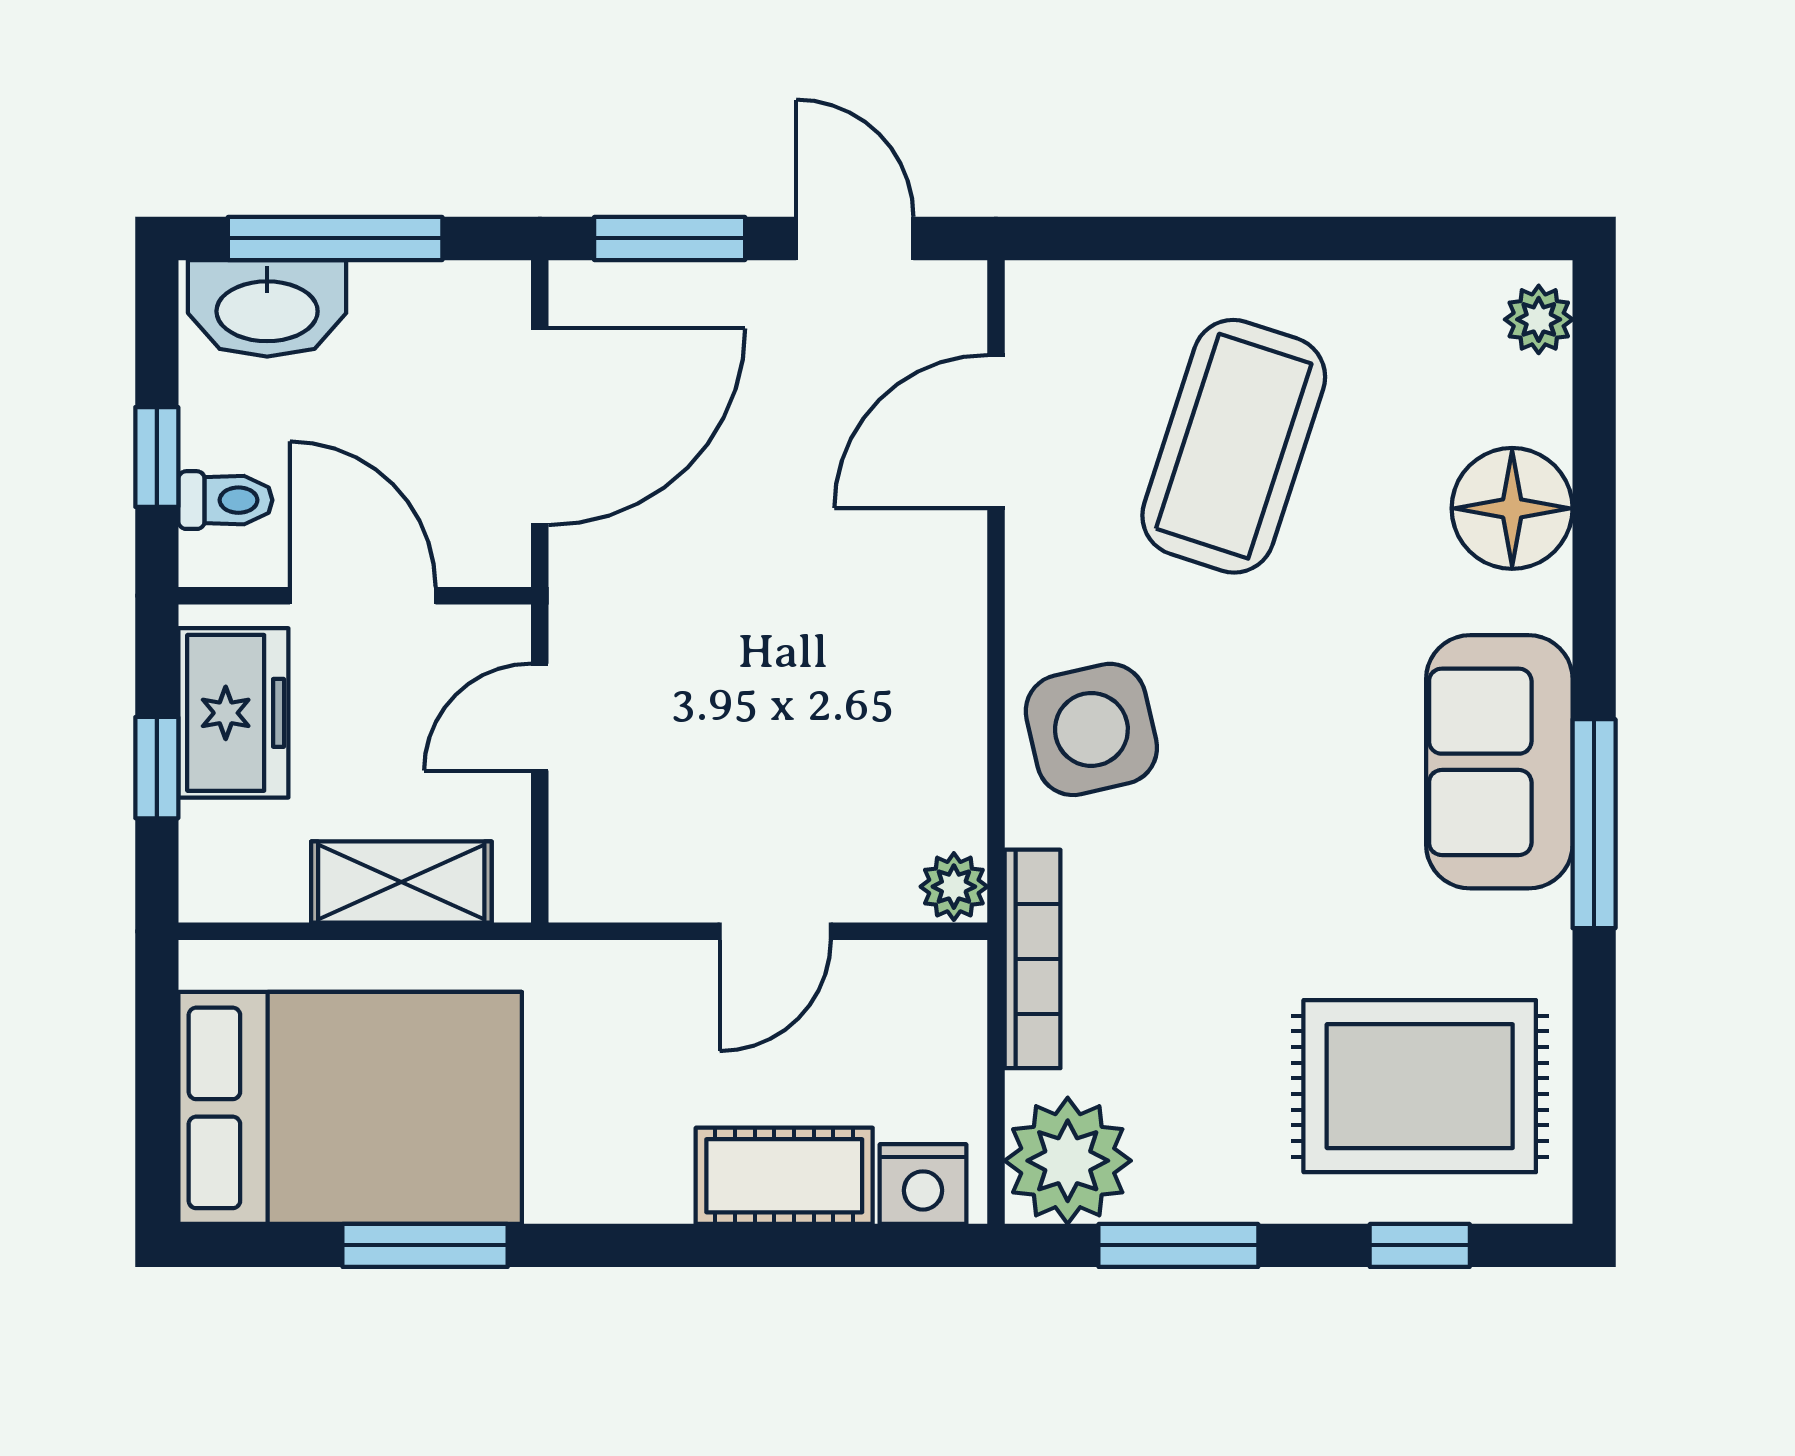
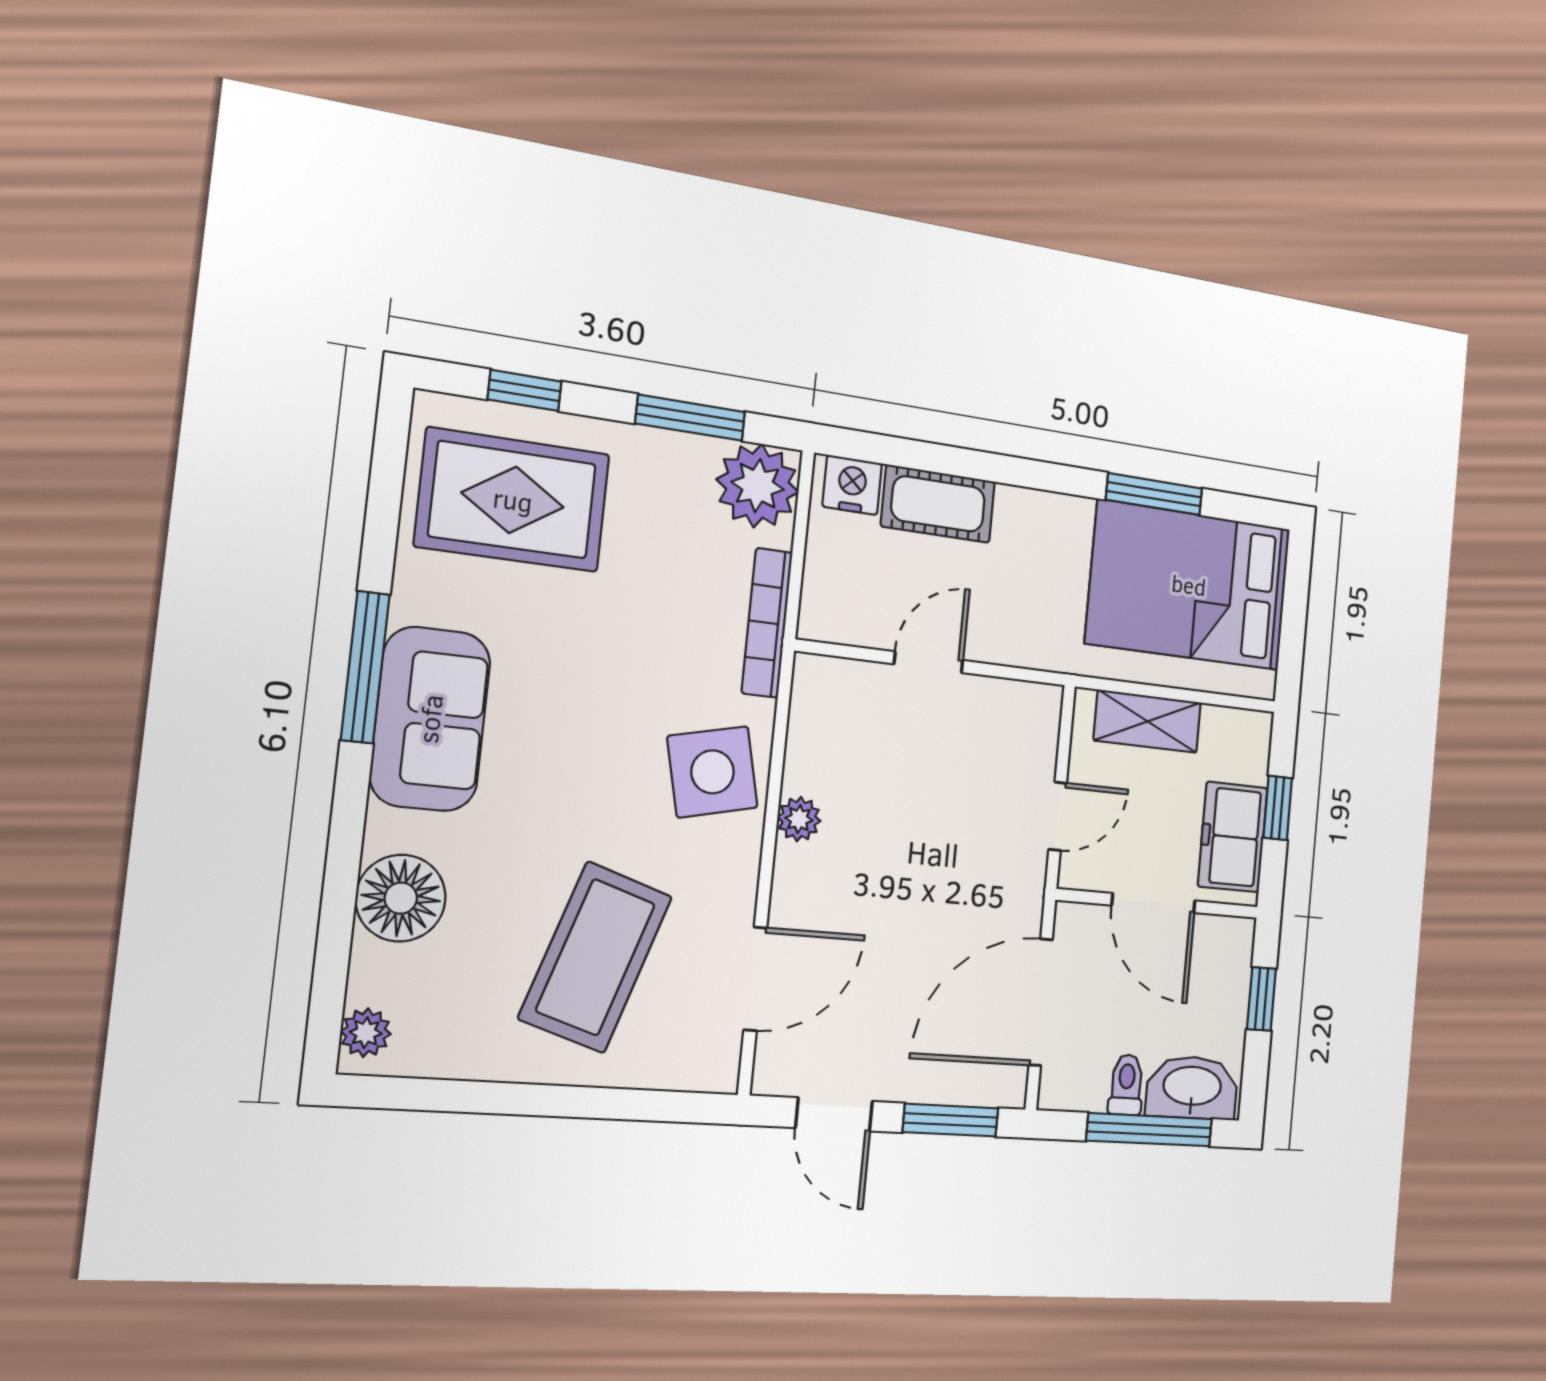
toilet: (225, 500) -> (1126, 1085), moved, turned 90
plant: (954, 887) -> (799, 819), moved

